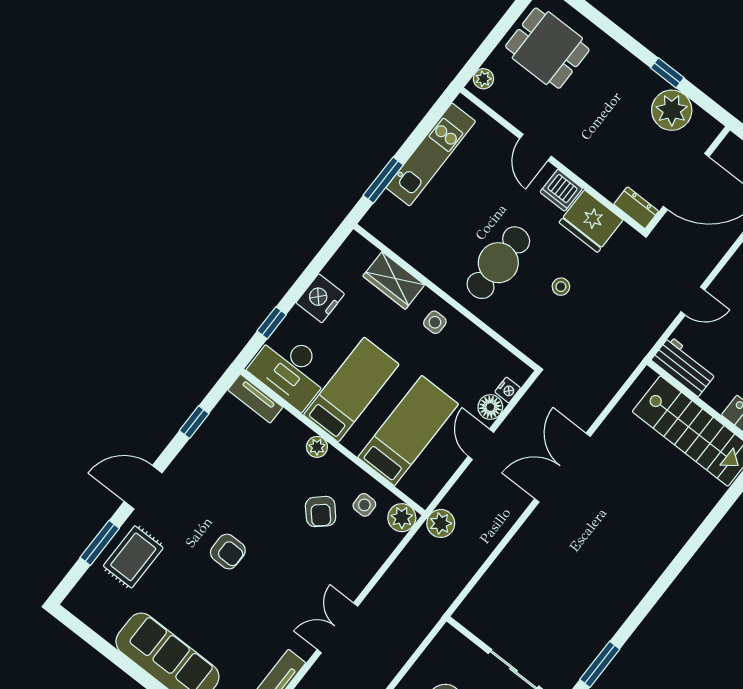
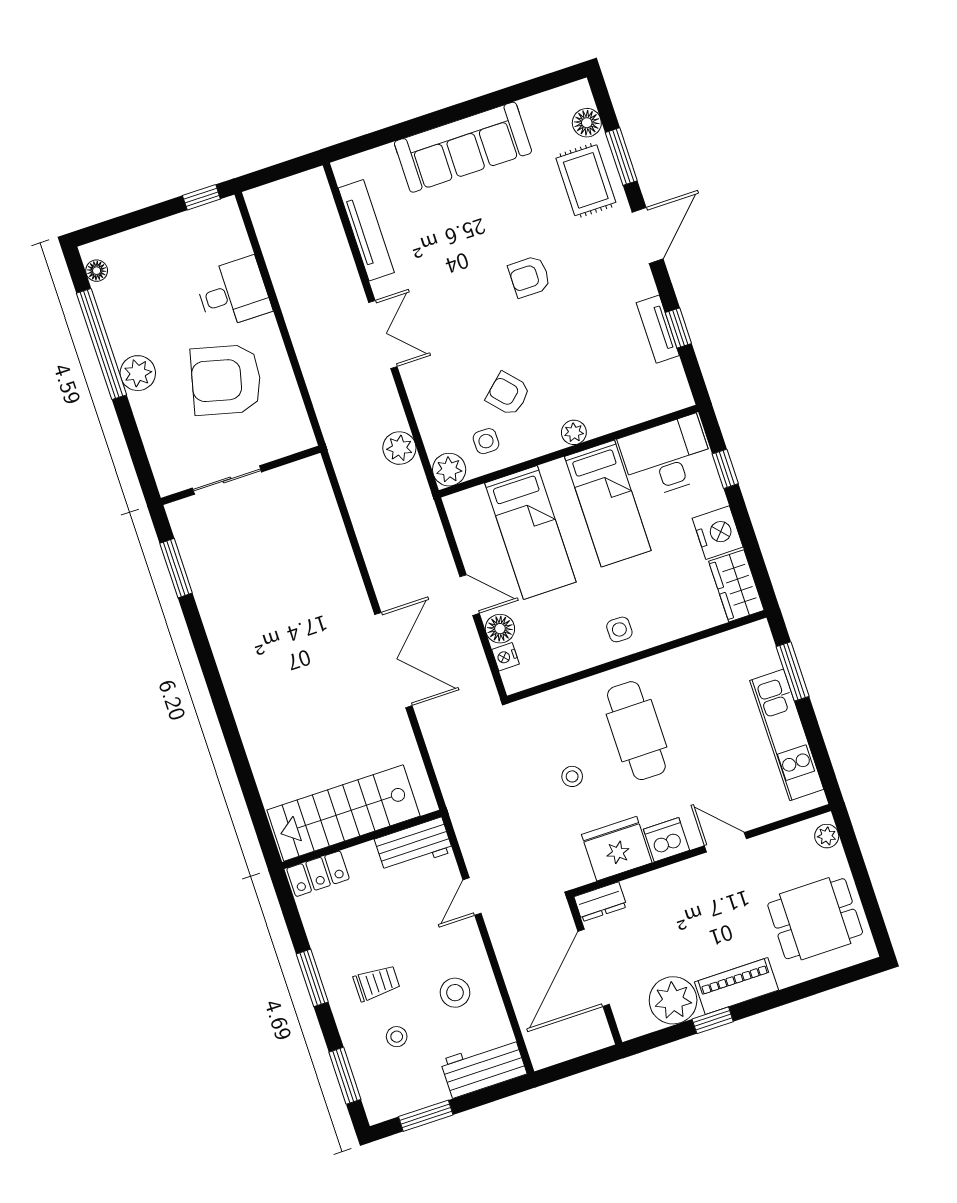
piano: (632, 72) -> (737, 986), added
wardrobe: (394, 280) -> (736, 586), moved, turned -90
tv unit: (255, 399) -> (658, 329), moved, turned -90
plant: (441, 523) -> (399, 448), moved
floor lamp: (92, 583) -> (587, 123), added

